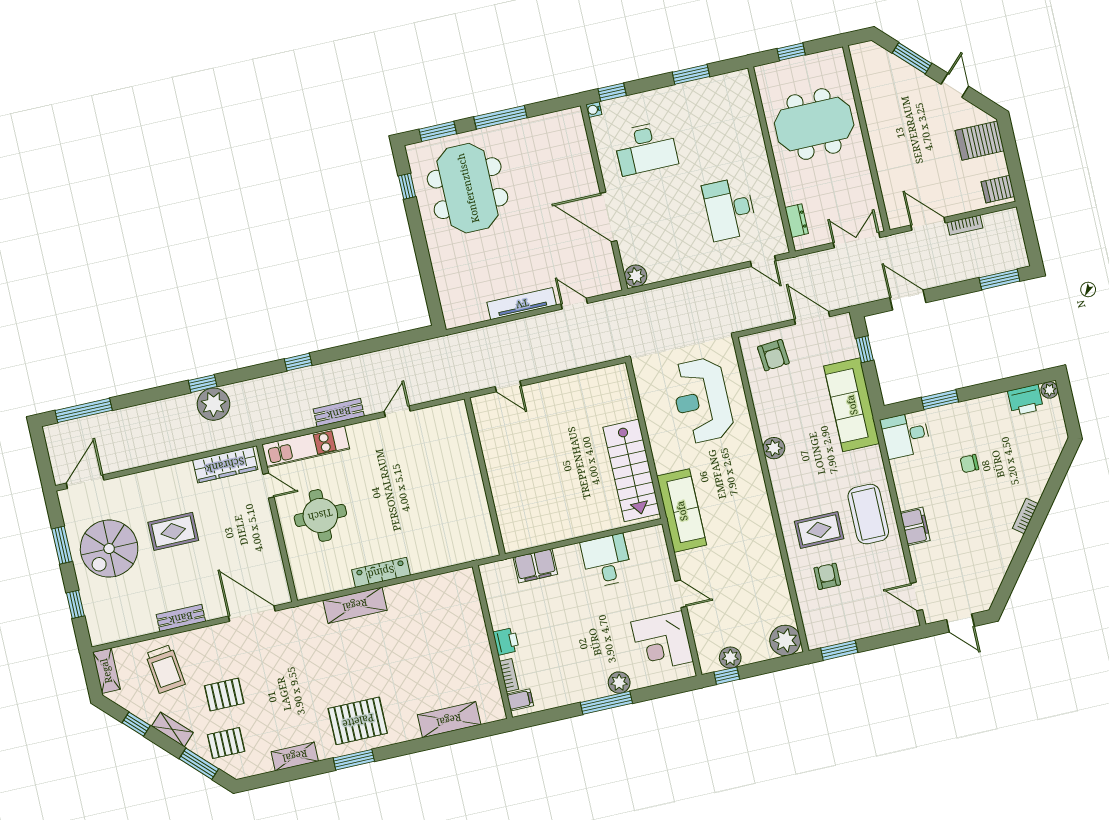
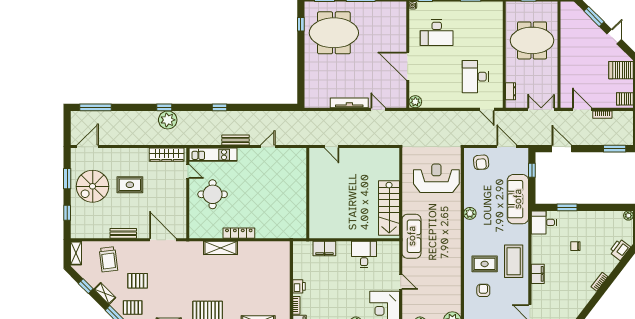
meeting table: (468, 188) -> (334, 33), turned 90
reception desk: (702, 400) -> (436, 178), turned 90
printer: (1025, 400) -> (620, 249), moved, turned 127

